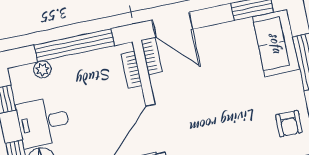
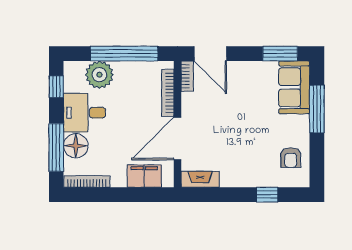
plant: (42, 69) -> (99, 75), width x1.87, depth x1.87
bookcase: (131, 70) -> (168, 93), width x1.56

